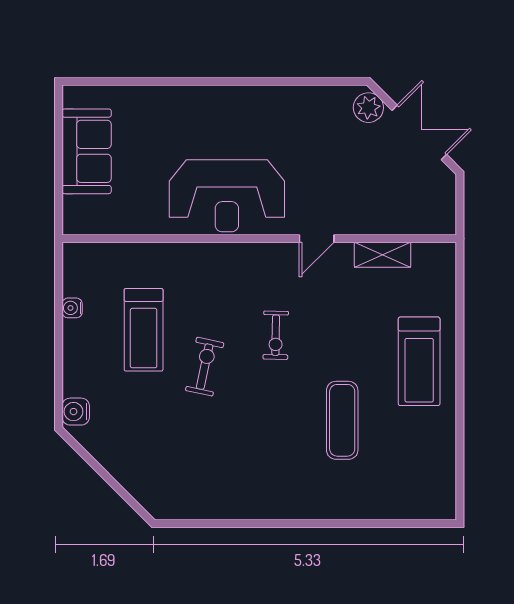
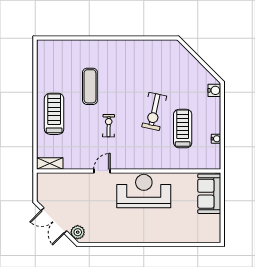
sofa: (87, 151) -> (209, 194), moved
shelving: (383, 255) -> (50, 164), moved
exercise bike: (276, 335) -> (109, 126), moved
exercise bike: (205, 367) -> (154, 111), width x1.38, depth x1.39

